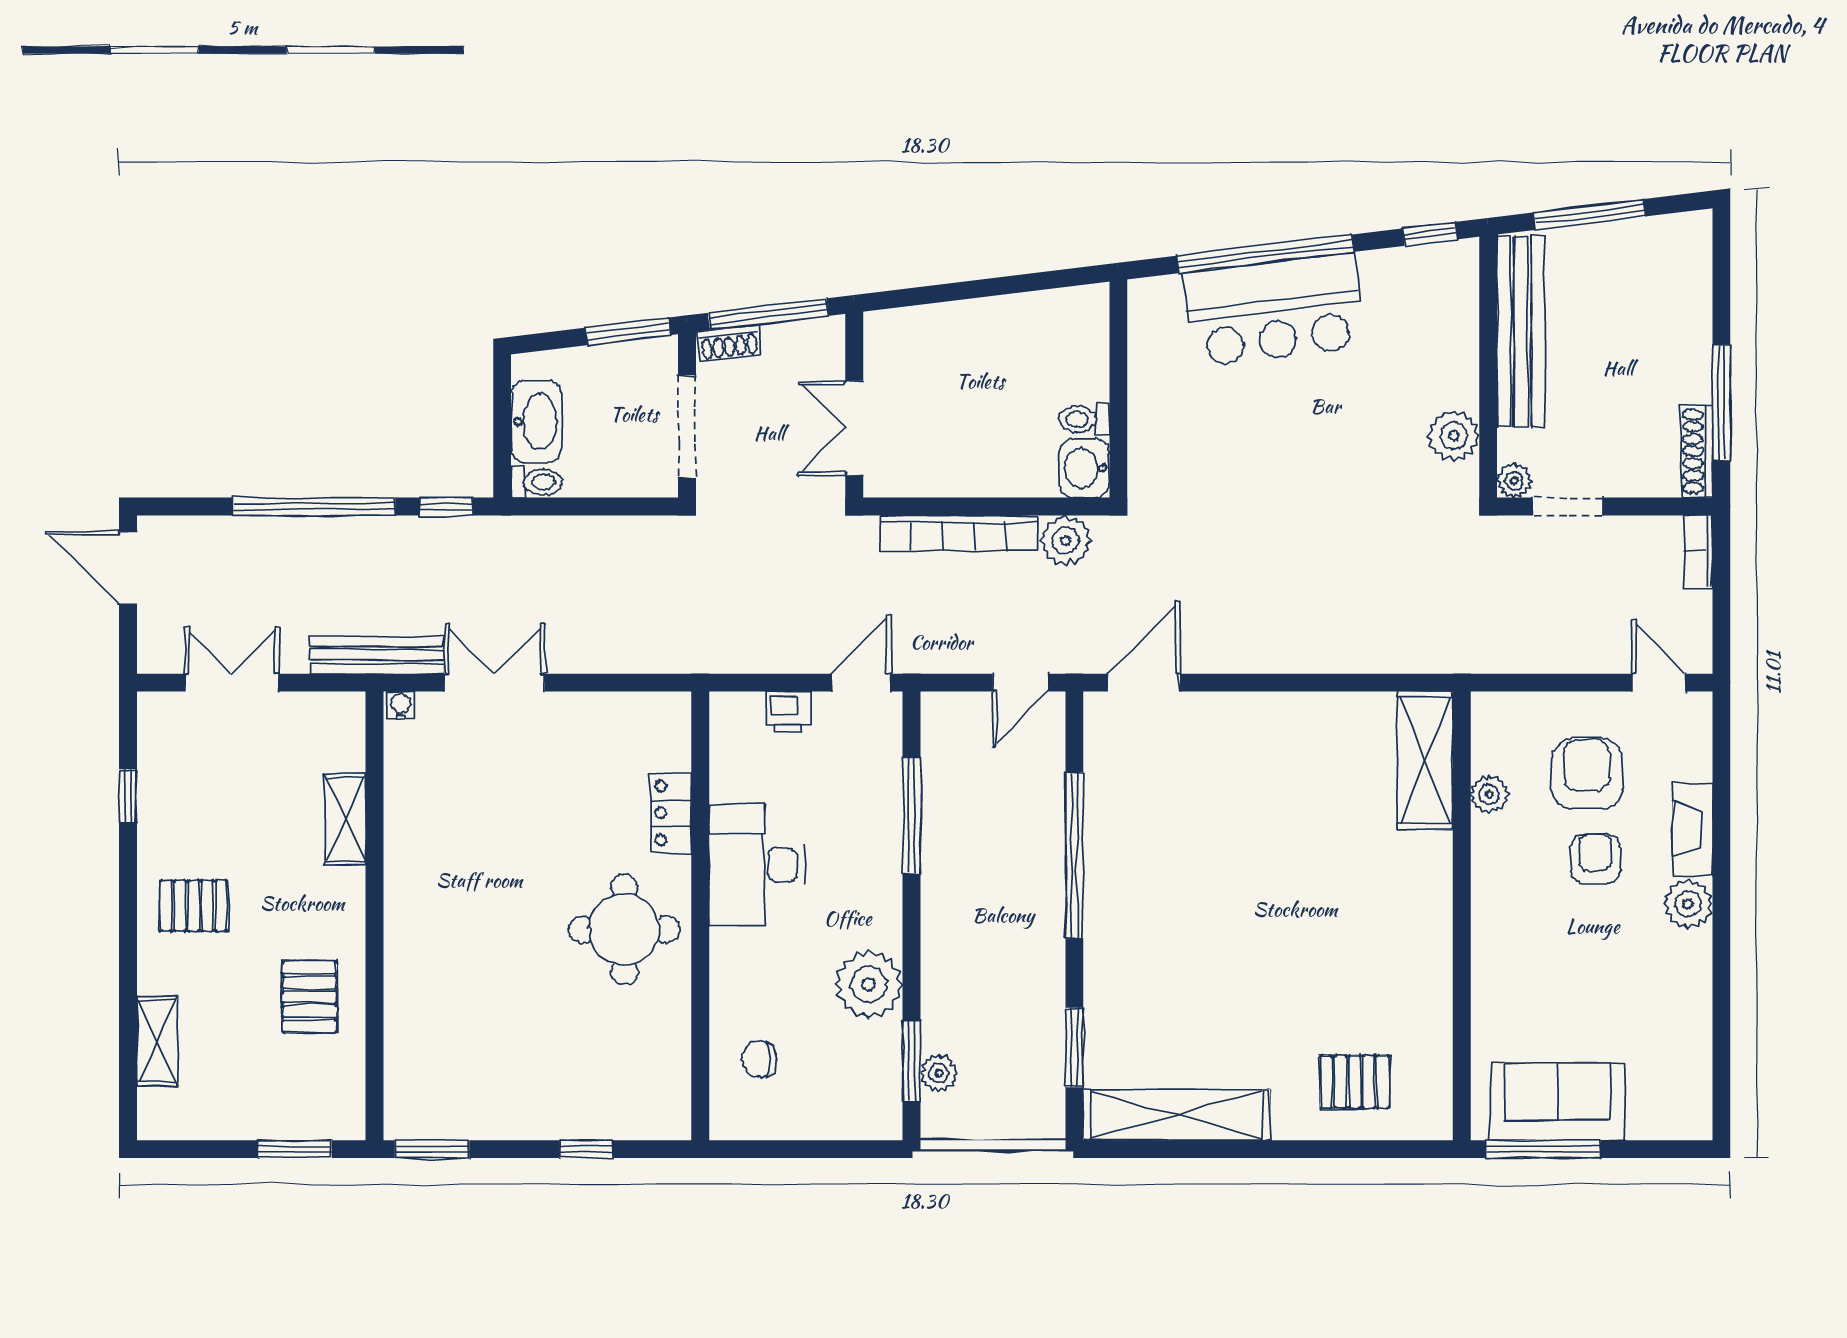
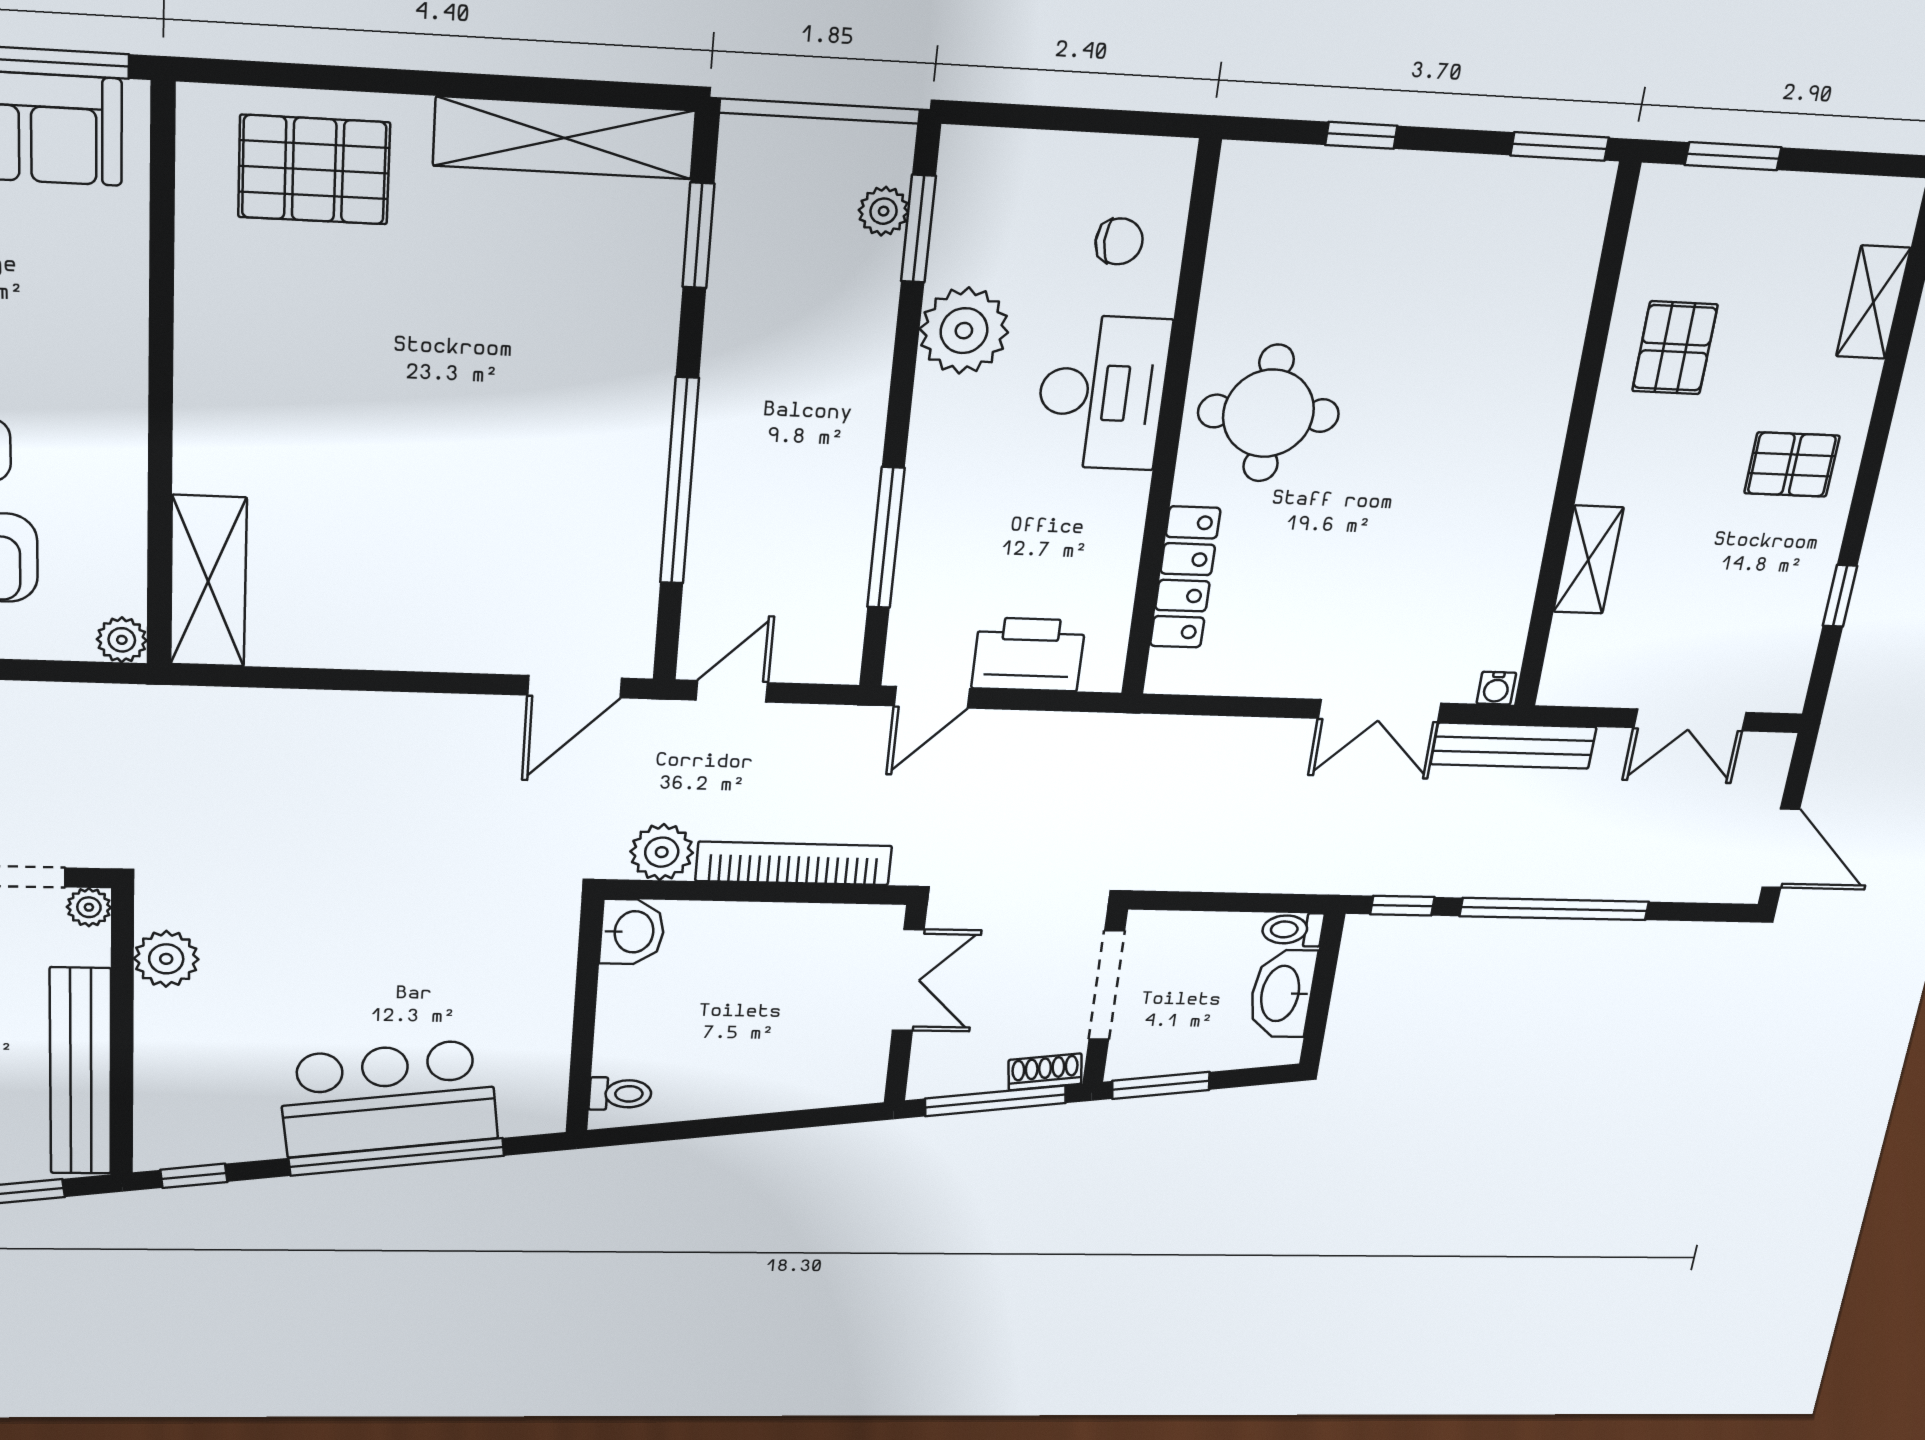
toilet: (1084, 419) -> (620, 1094), moved
printer: (788, 712) -> (1028, 654), width x1.87, depth x1.48
plant: (1489, 794) -> (122, 640), moved
locker: (671, 813) -> (1185, 577), width x1.53
desk: (757, 865) -> (1102, 393), moved
pallet: (1355, 1082) -> (314, 170), width x1.50, depth x1.42

